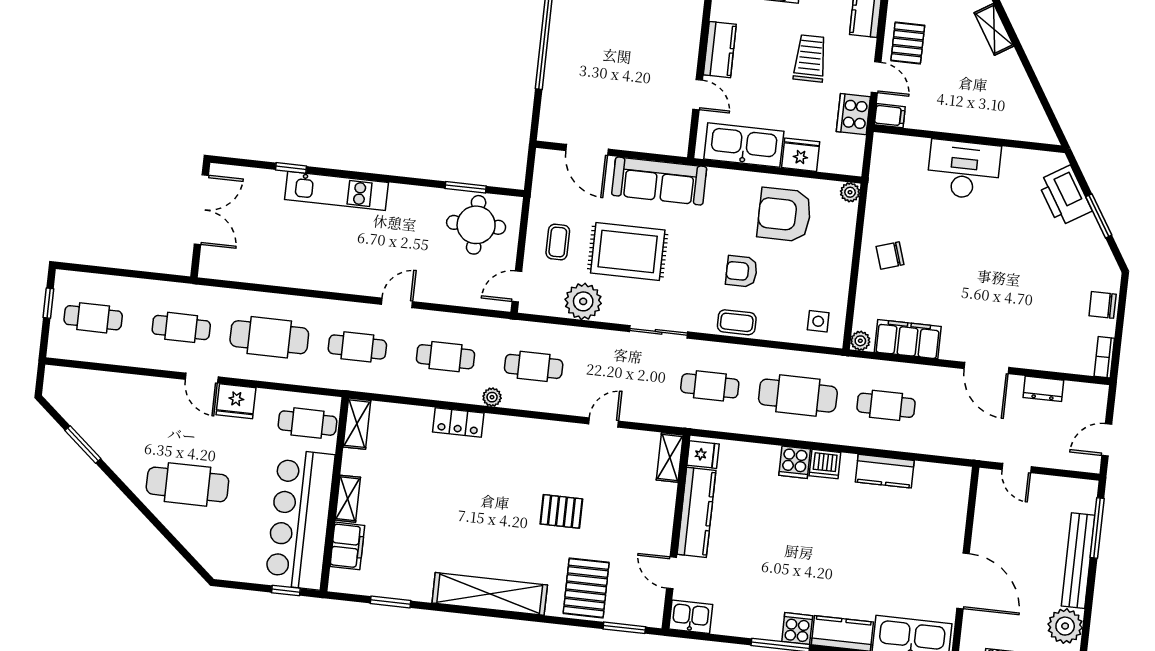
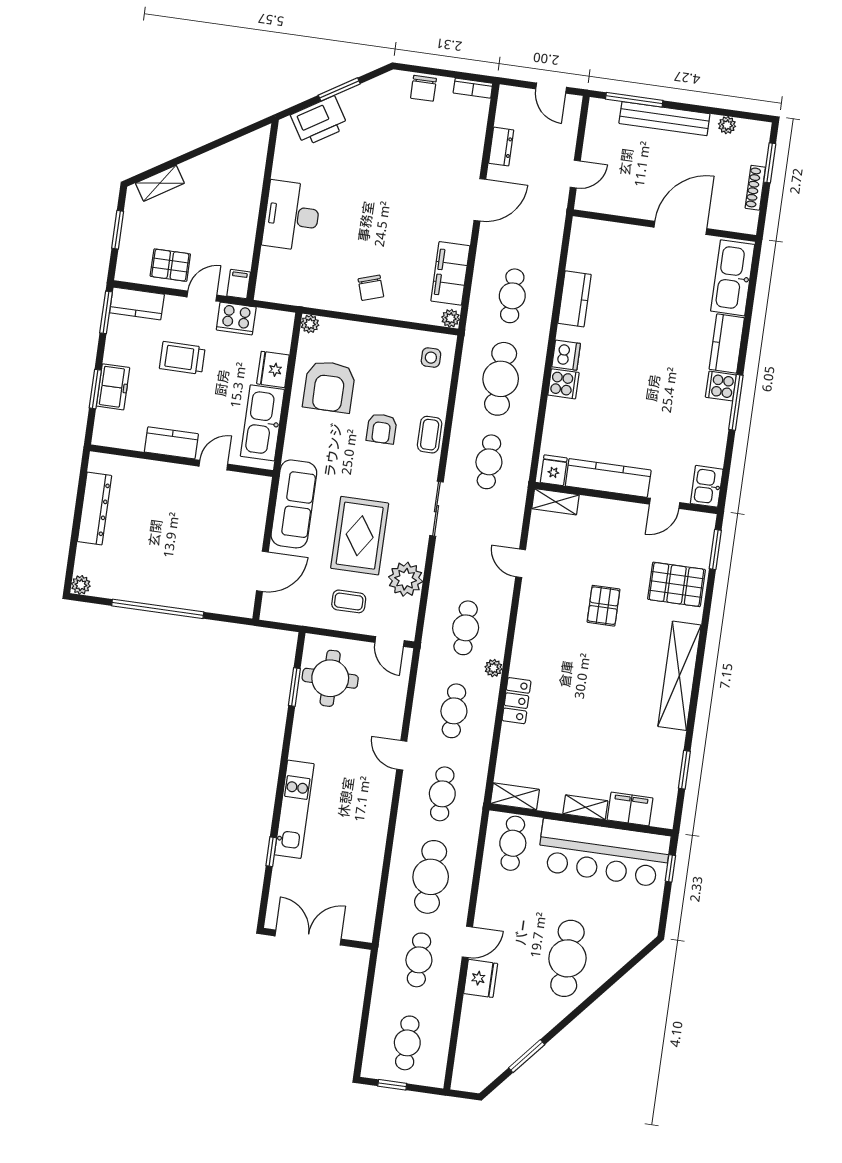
fridge: (236, 401) -> (481, 978), moved
plant: (1065, 626) -> (727, 125), width x0.53, depth x0.53

